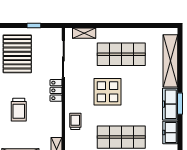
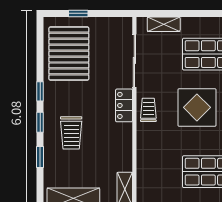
window: (34, 26) -> (78, 13), moved
trolley: (75, 121) -> (148, 110), moved

